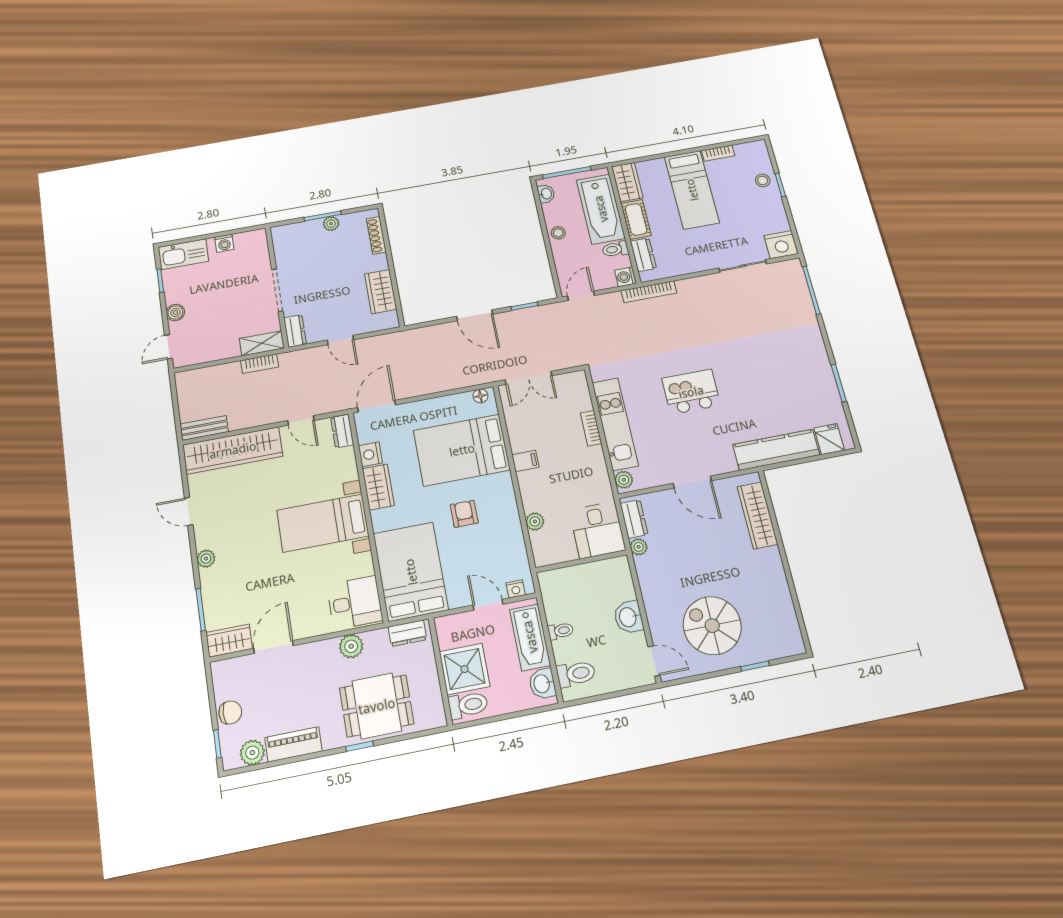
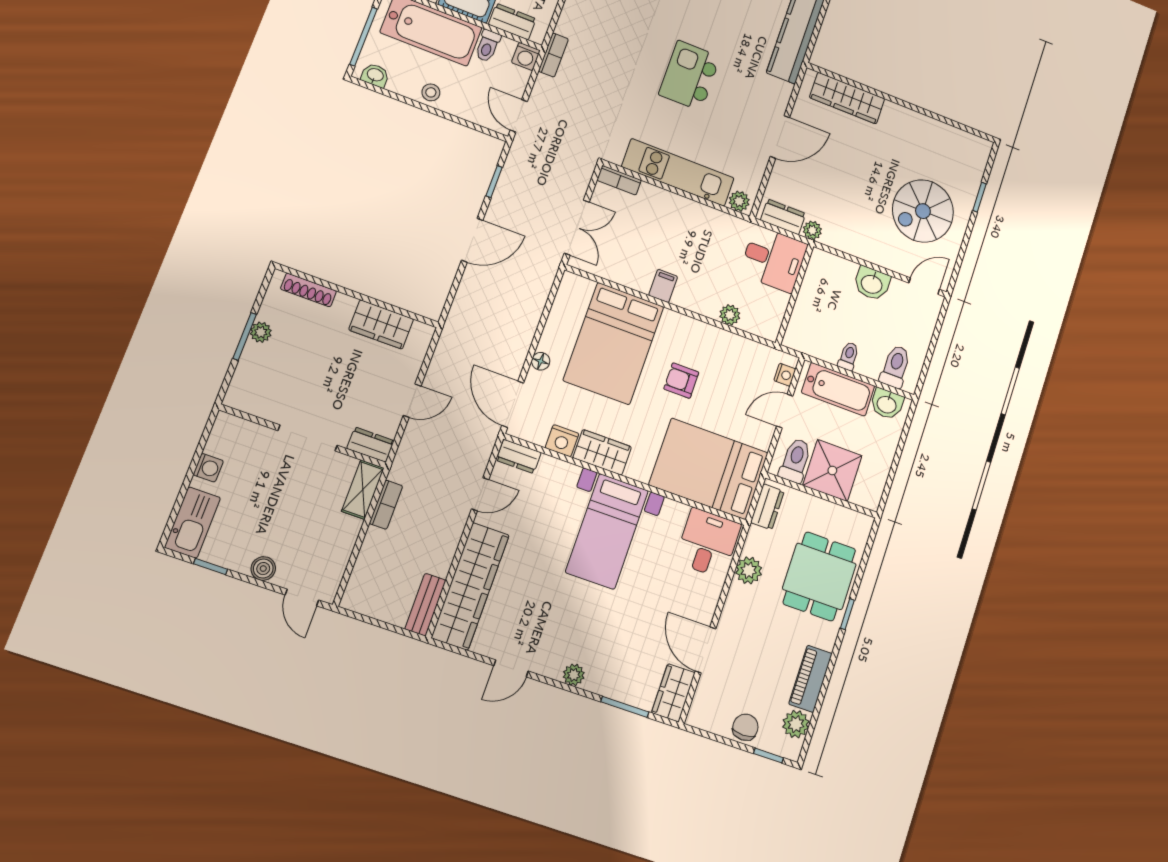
bookcase: (649, 292) -> (553, 55), width x0.64
floor lamp: (480, 396) -> (541, 361), moved
bookcase: (591, 428) -> (619, 180), moved
toilet: (468, 705) -> (795, 461), moved

